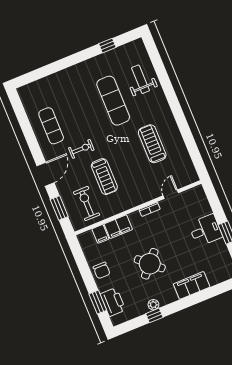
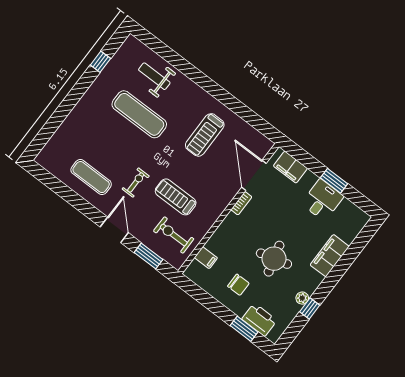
treadmill: (152, 144) -> (205, 135), turned -90
treadmill: (104, 177) -> (176, 197), turned 180
door: (171, 194) -> (254, 175), width x1.87
filing cabinet: (118, 227) -> (290, 167), moved, turned 90
desk: (205, 230) -> (322, 200), moved
round table: (150, 264) -> (274, 259), turned 33
chair: (102, 270) -> (238, 285), moved

